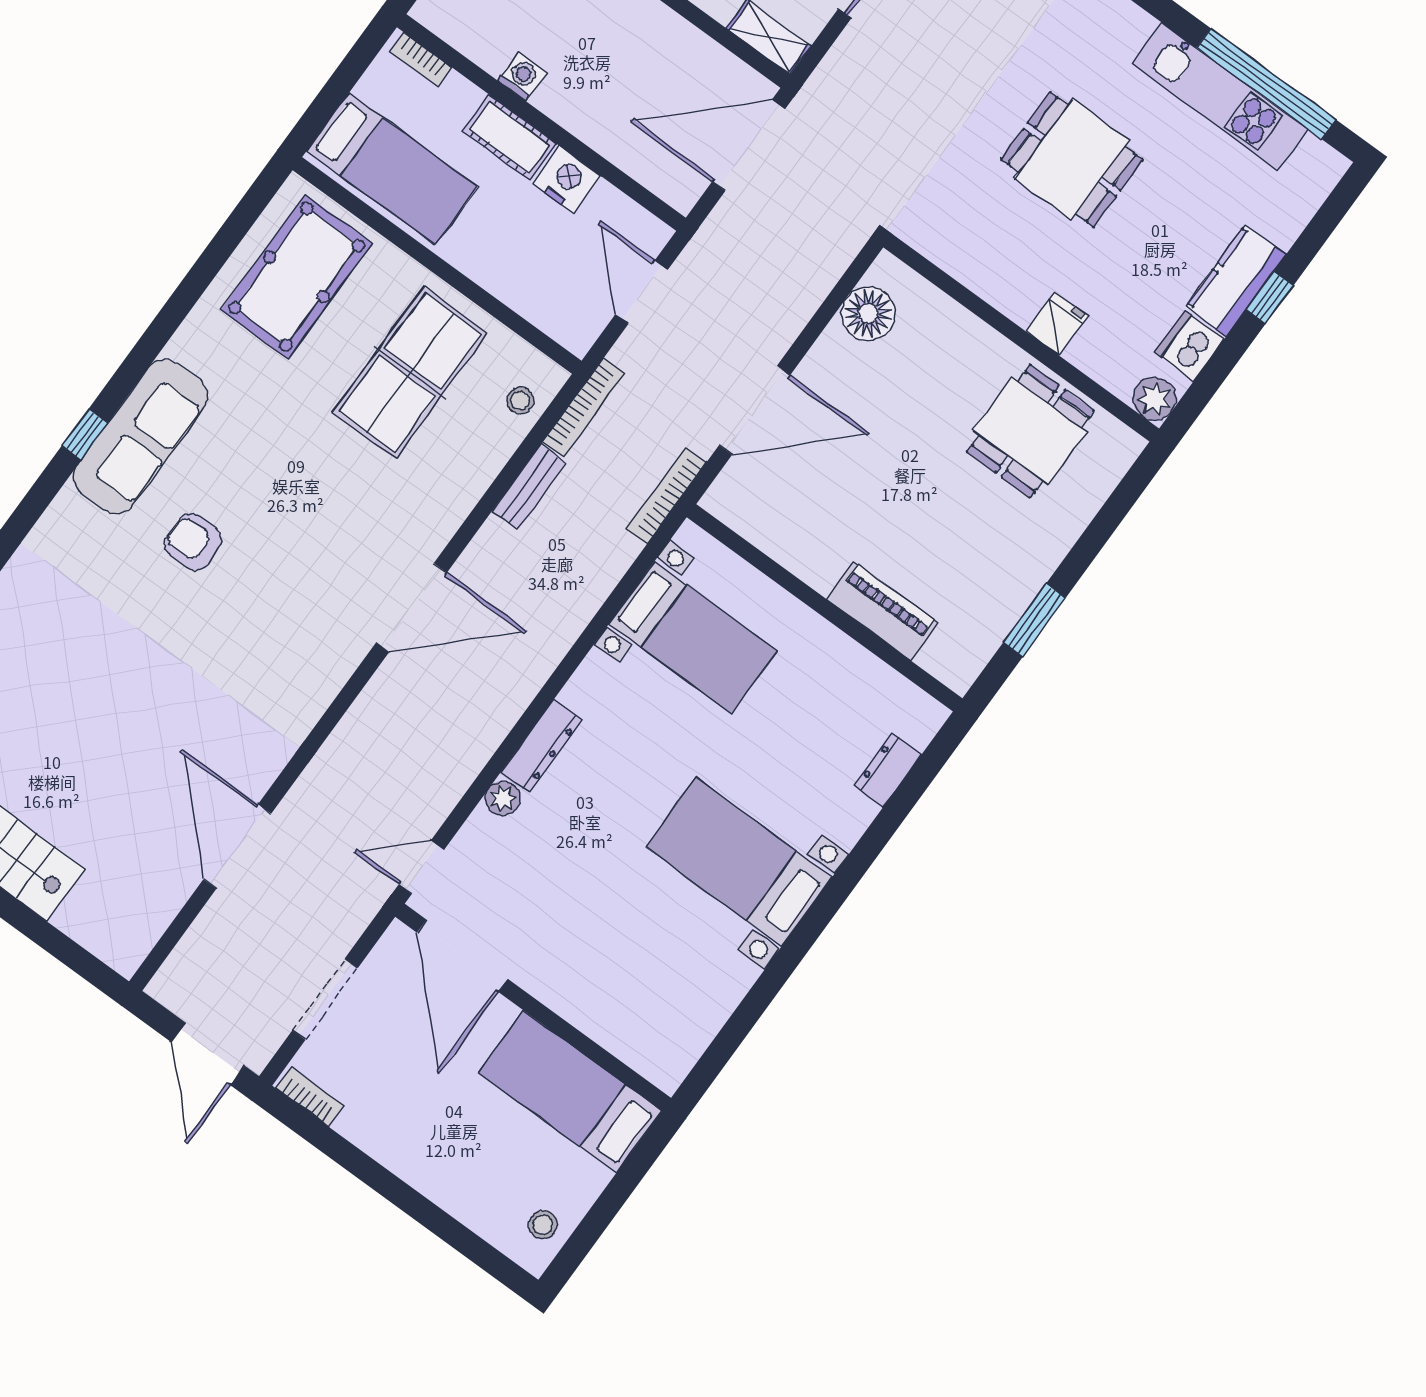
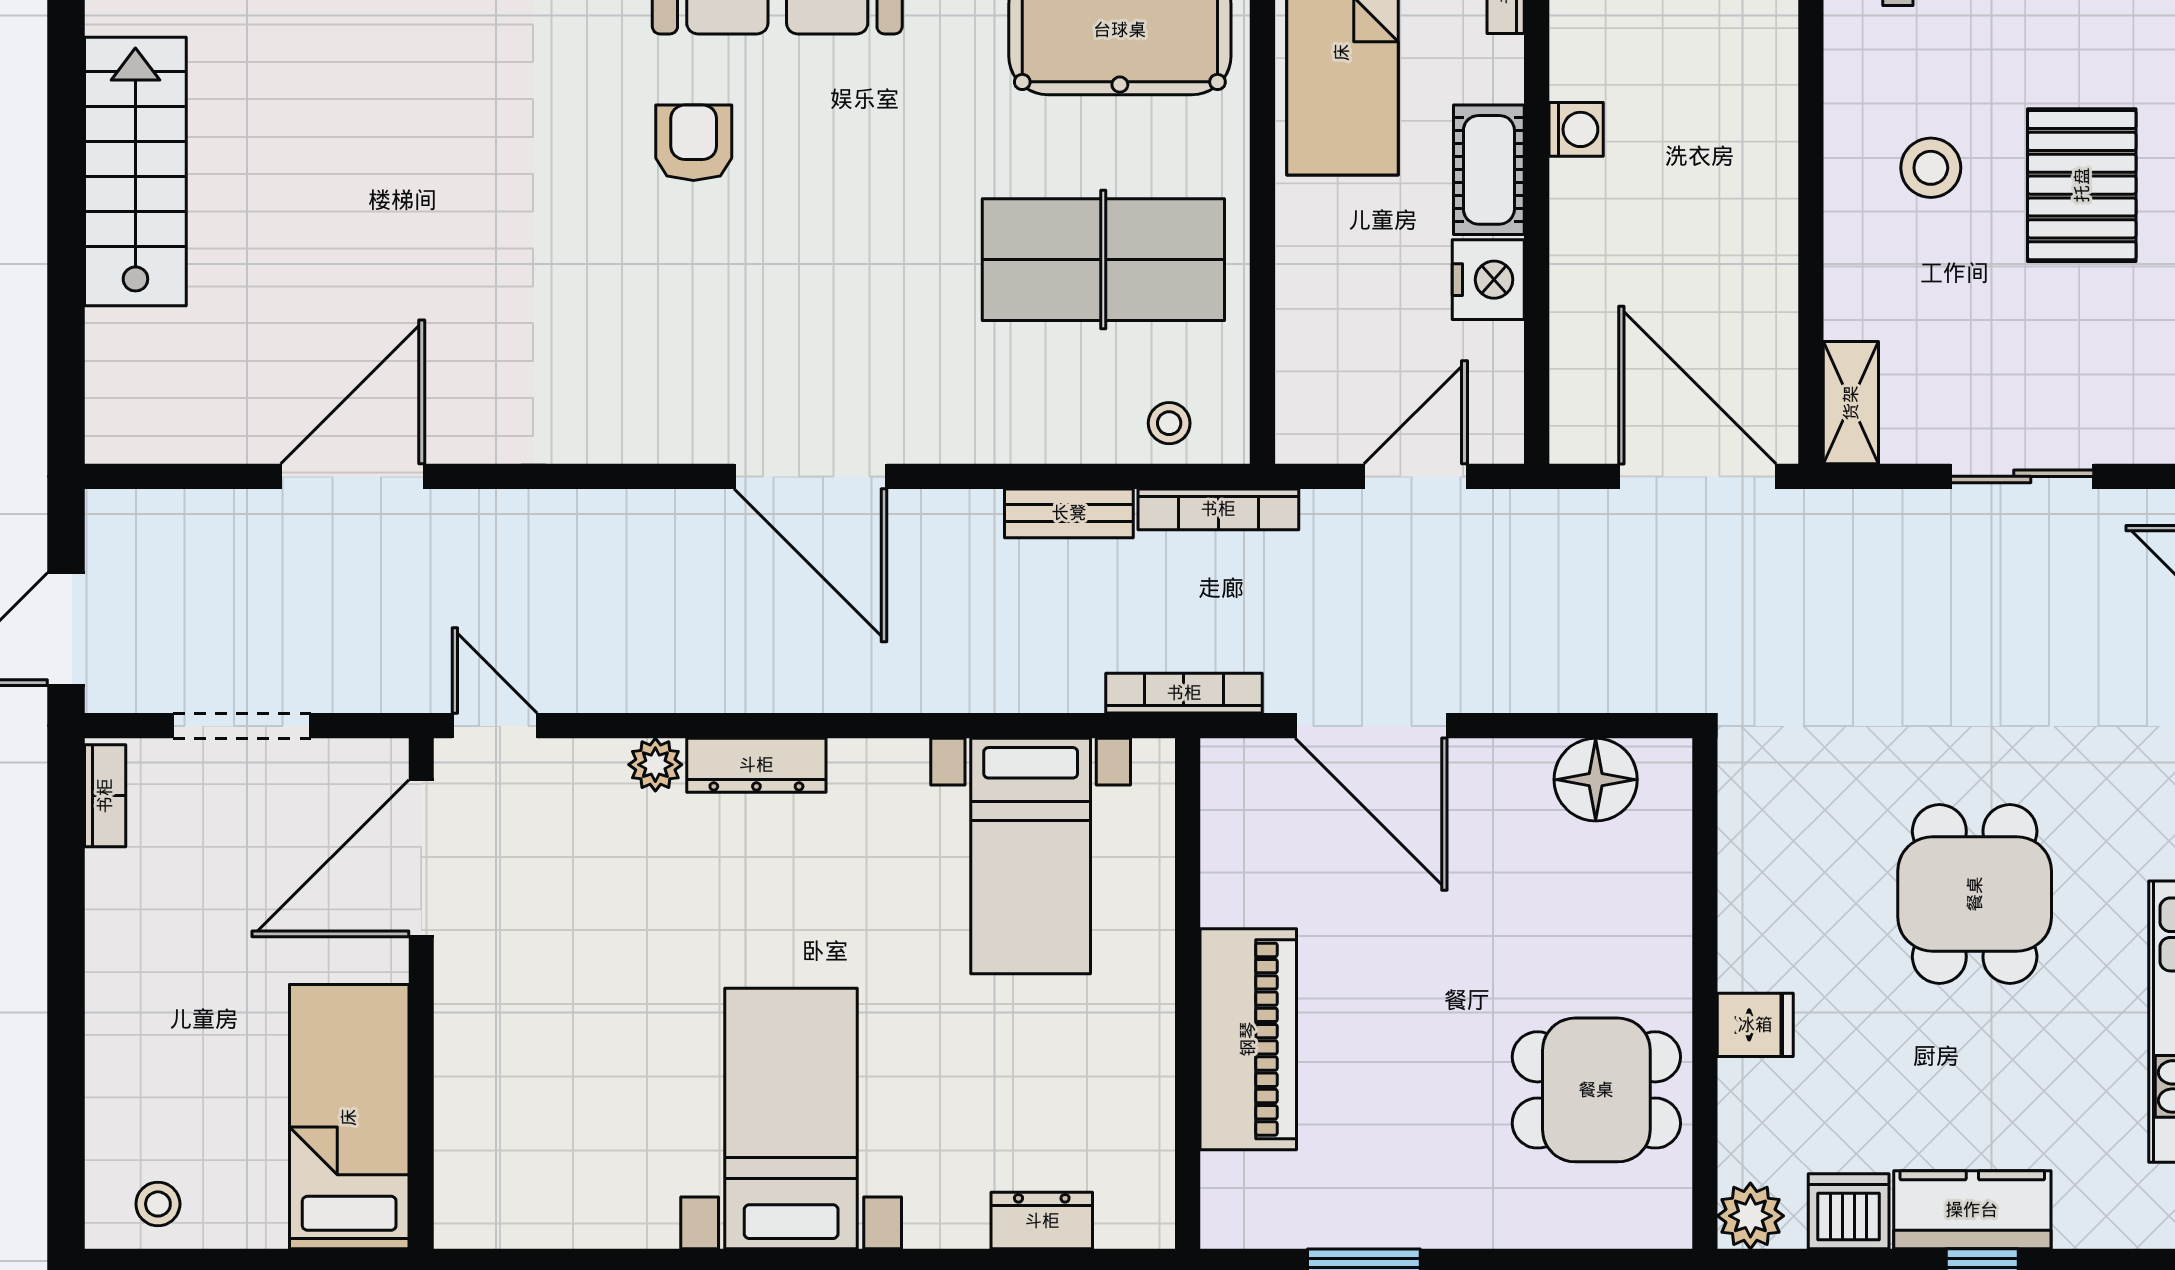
piano: (882, 611) -> (1248, 1039), width x1.37, depth x1.33

